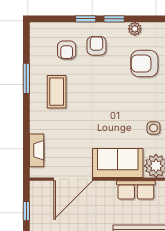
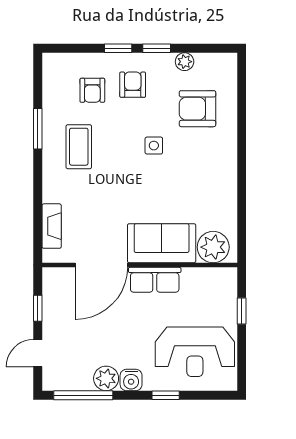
side table: (154, 128) -> (154, 146), moved
row of seats: (136, 190) -> (155, 280), moved

